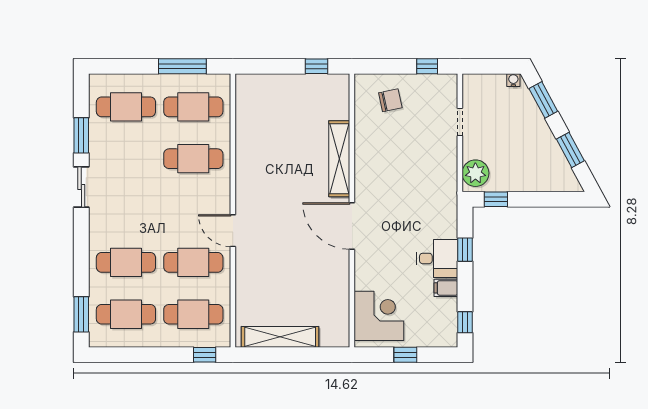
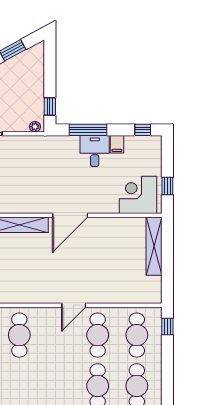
plant: (475, 173) -> (35, 127), width x0.53, depth x0.53
window: (465, 250) -> (88, 130), width x2.17
shelving: (280, 337) -> (154, 246), moved
window: (405, 355) -> (167, 186), moved

